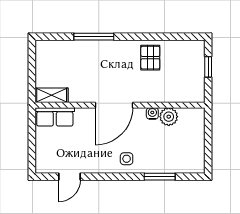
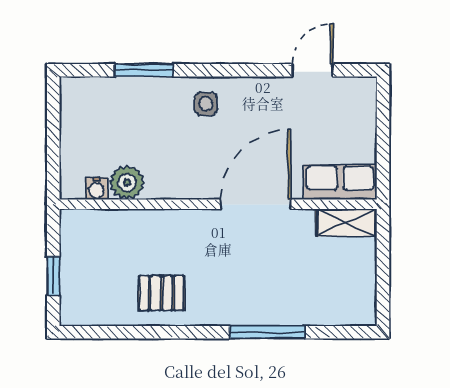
pallet: (150, 58) -> (161, 293), turned 90
door: (114, 105) -> (256, 204), moved
water cooler: (152, 113) -> (96, 189), moved

